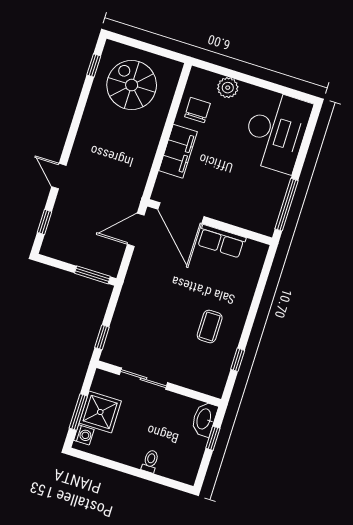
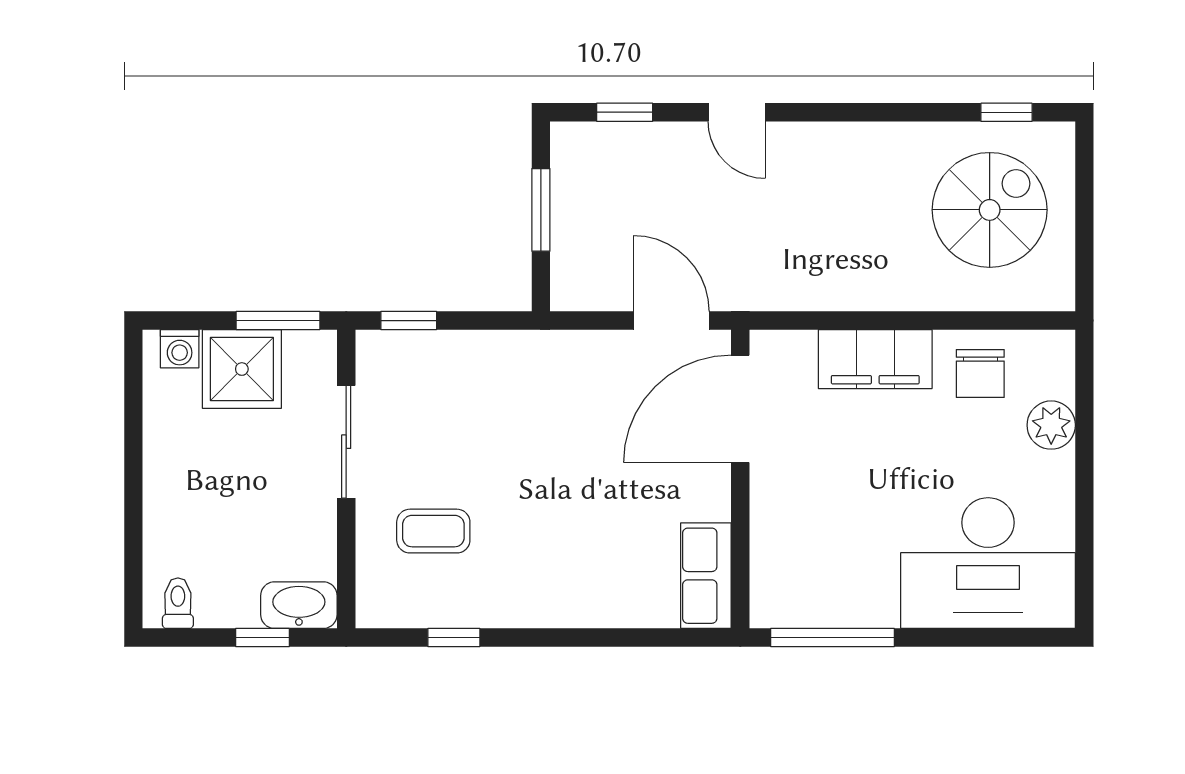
chair: (197, 110) -> (980, 374), turned 90
door: (59, 176) -> (737, 112), swing flipped
row of seats: (221, 241) -> (706, 576), moved
window: (92, 275) -> (541, 210), moved
coffee table: (210, 326) -> (433, 531), moved
window: (78, 412) -> (278, 321), moved
toilet: (150, 461) -> (178, 603), moved, turned -90

